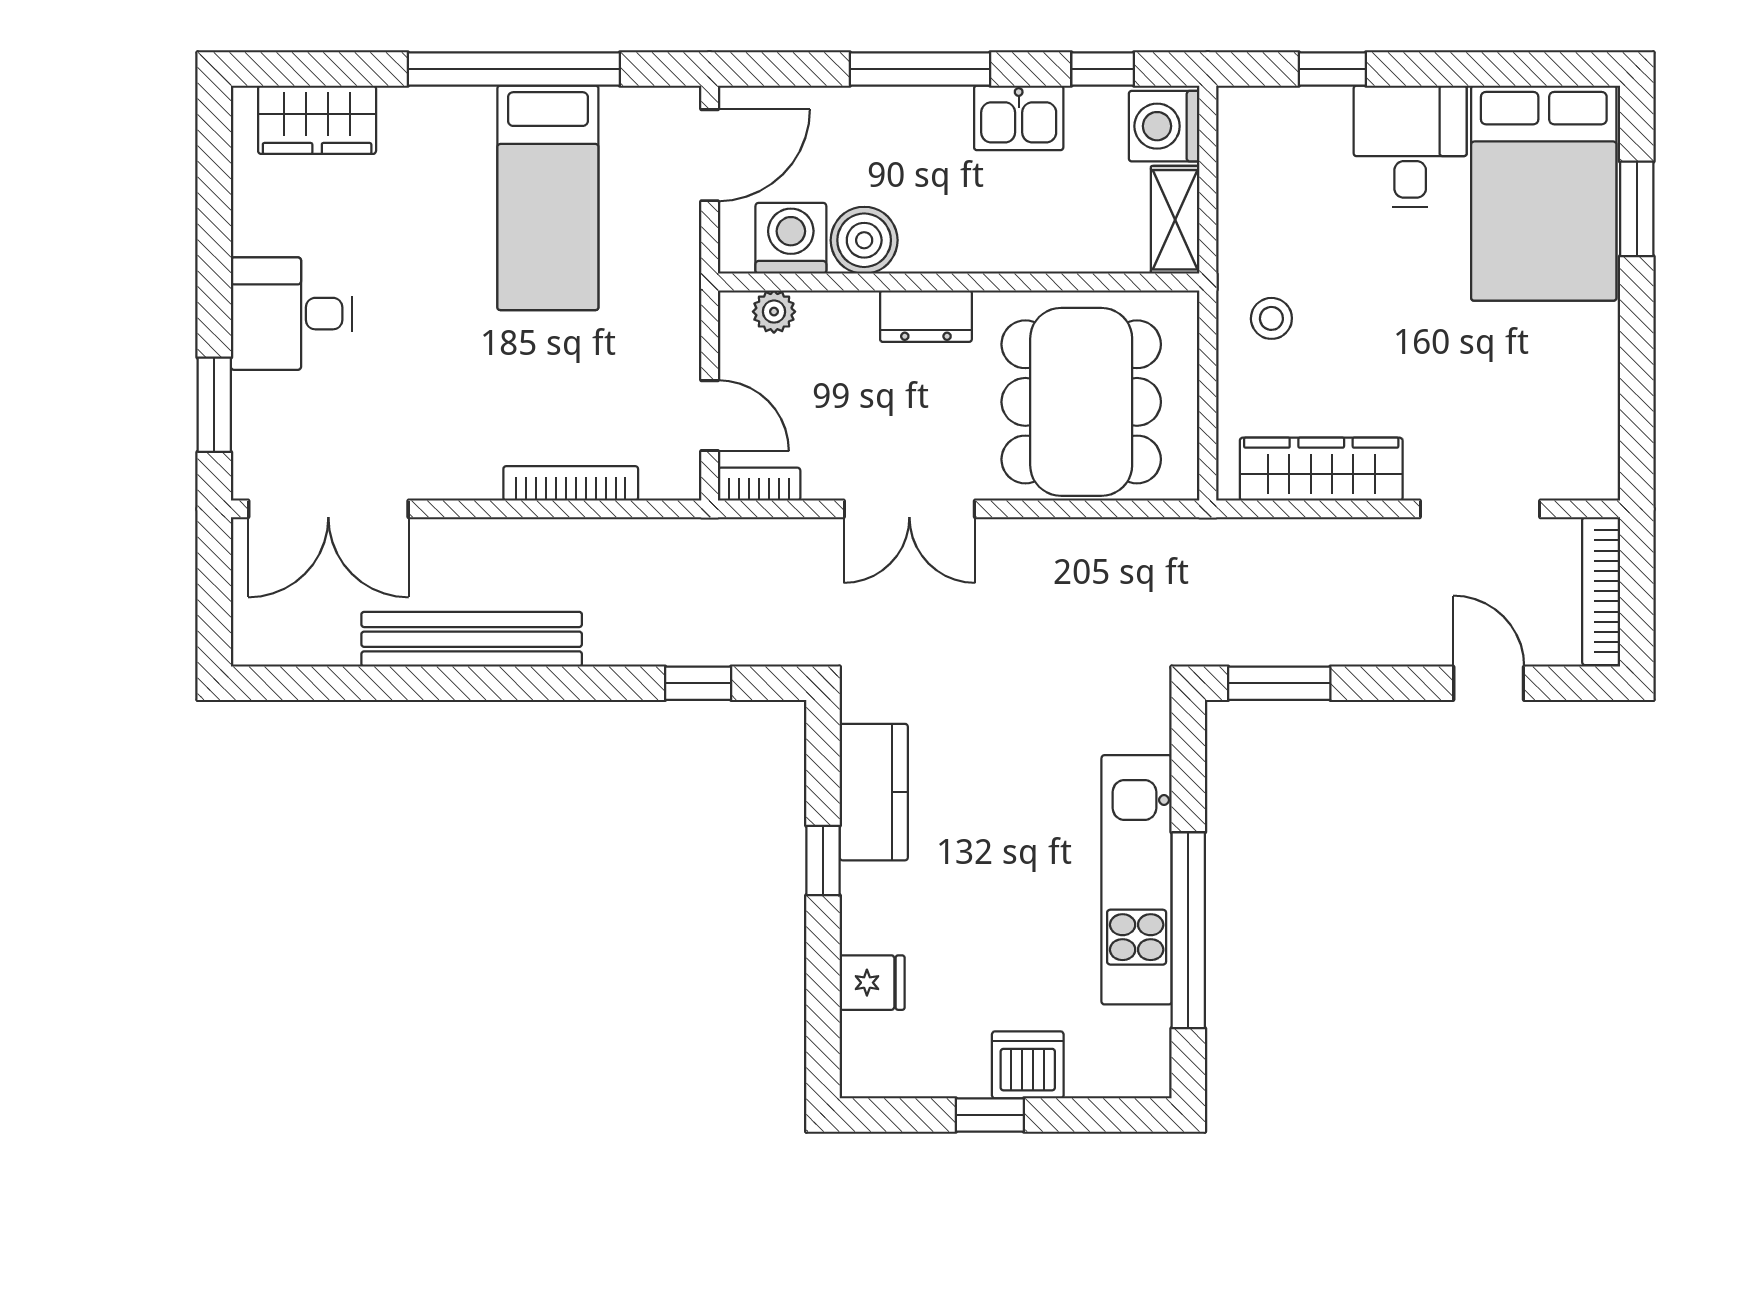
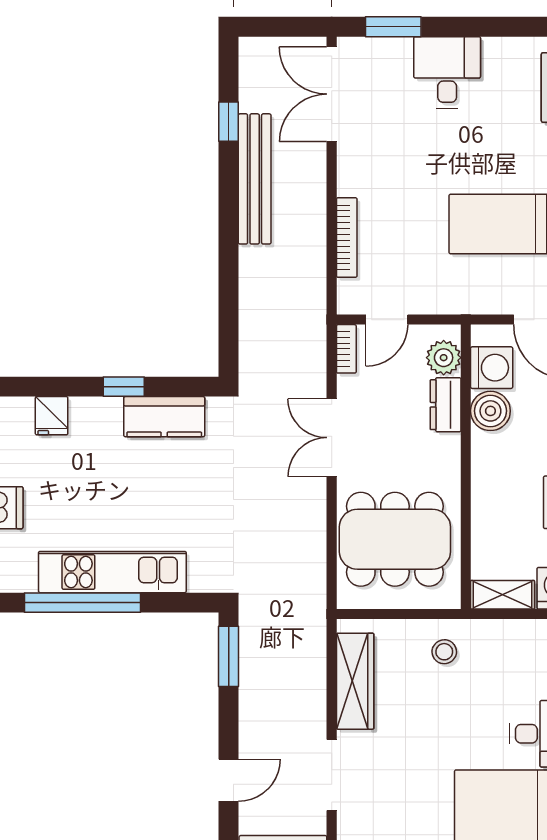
plant: (774, 312) -> (444, 358), width x1.38, depth x1.38
dresser: (926, 316) -> (446, 405), moved
window: (698, 683) -> (229, 122), moved

